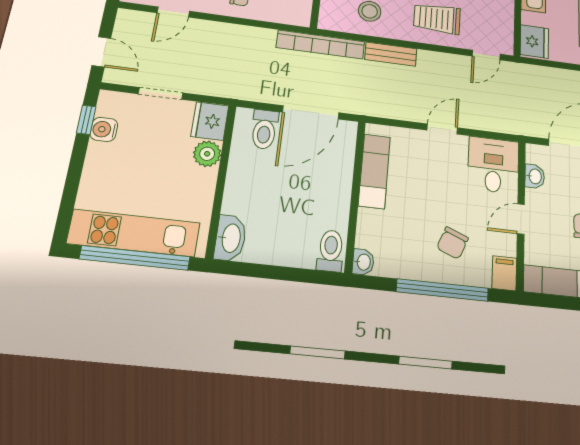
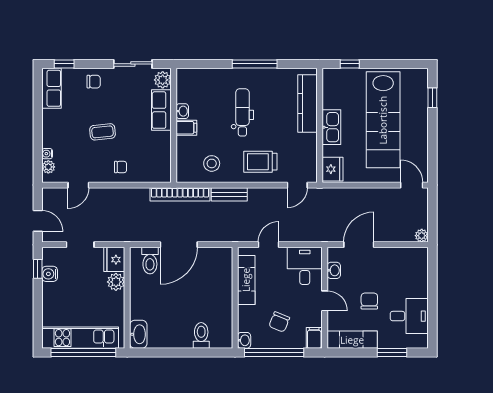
exam couch: (374, 171) -> (246, 280), moved
wall: (355, 195) -> (235, 298), moved
door: (521, 219) -> (325, 301), swing flipped
washbasin: (363, 262) -> (244, 340), moved

